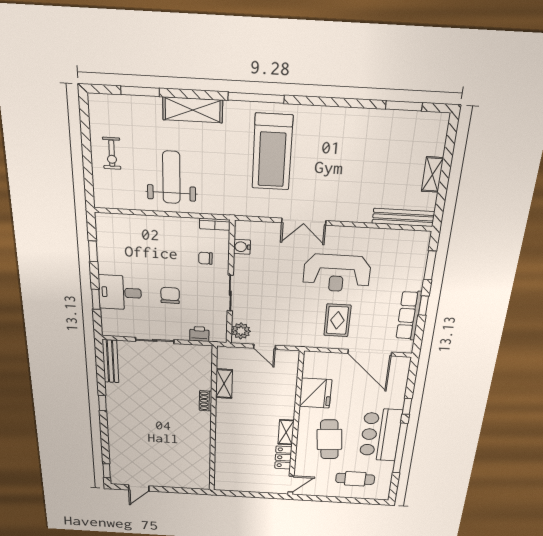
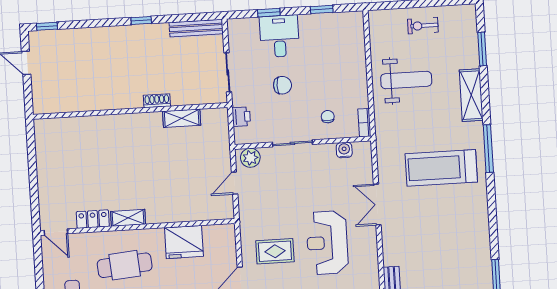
shelving: (224, 384) -> (182, 118), moved
shoe rack: (206, 401) -> (157, 101), moved
wall: (213, 422) -> (130, 111), moved

